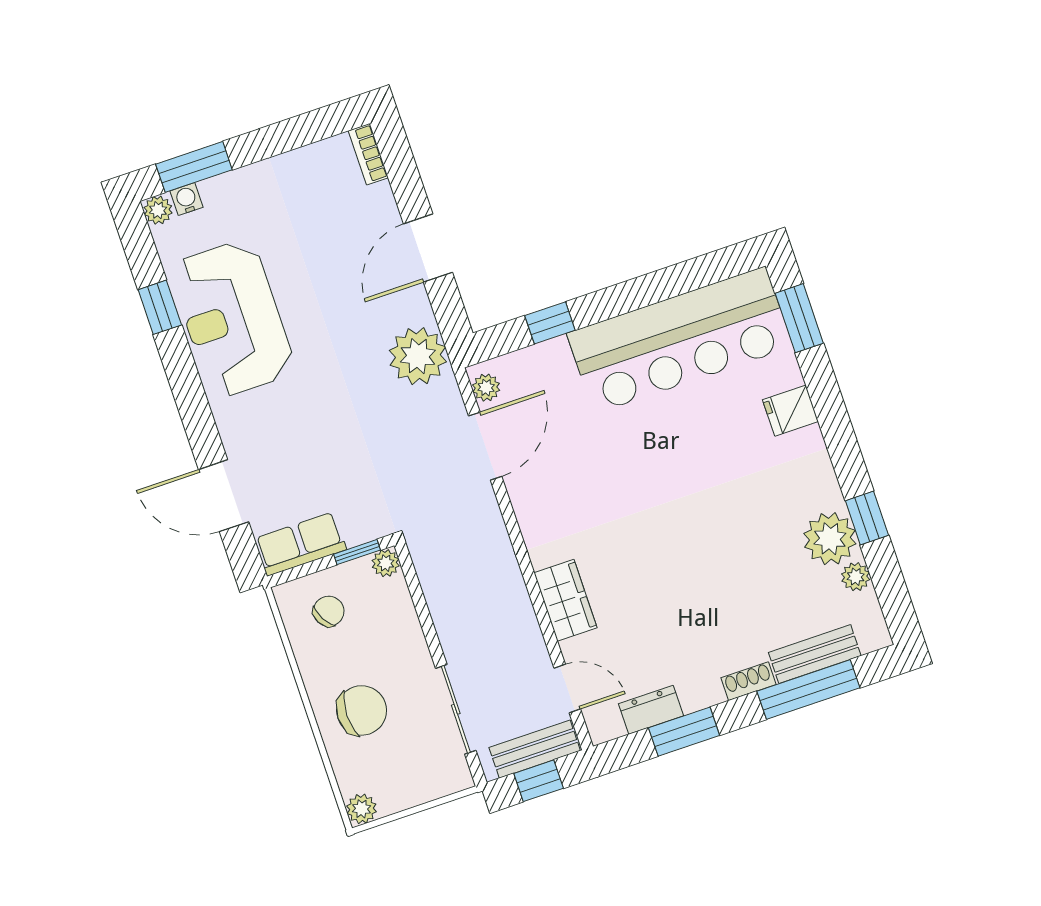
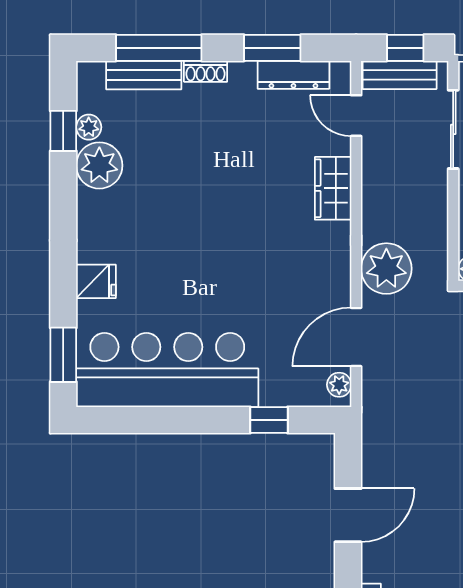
plant: (418, 356) -> (386, 269), moved
window: (867, 518) -> (63, 131), moved
dresser: (651, 710) -> (293, 75), width x1.44

